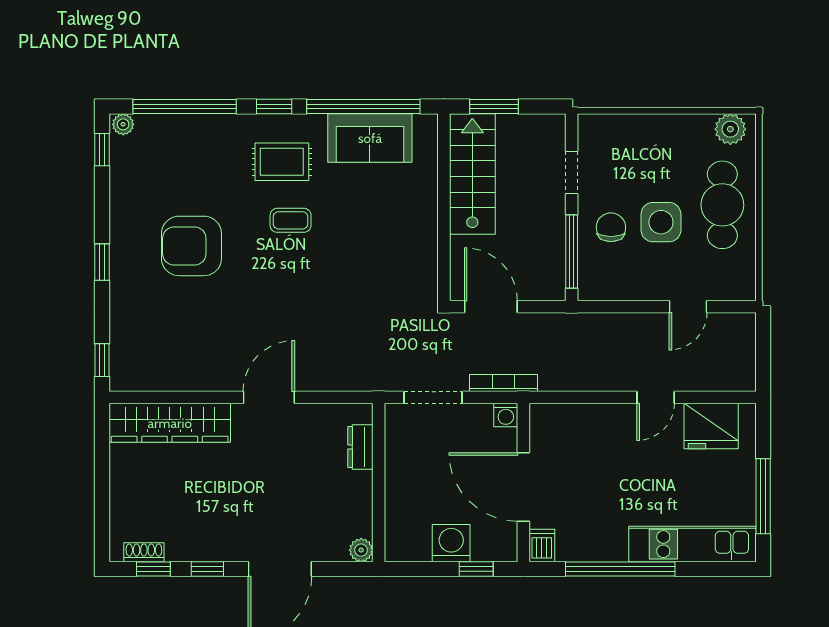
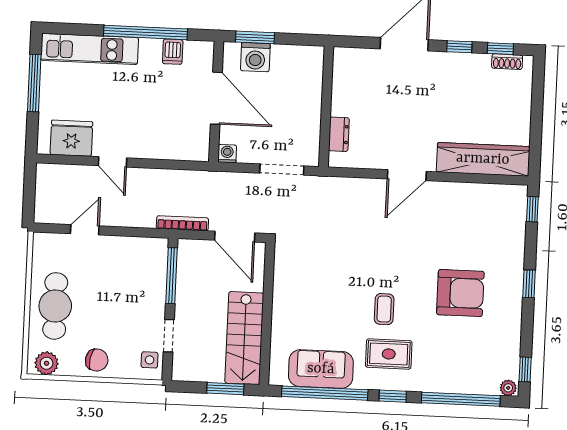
coffee table: (291, 220) -> (384, 309), turned 90
side table: (661, 222) -> (150, 360), moved, width x0.54, depth x0.54
chair: (611, 227) -> (97, 360), moved, turned -80
bookcase: (503, 383) -> (182, 223), moved, turned 180
door: (656, 397) -> (113, 162), swing flipped
washing machine: (451, 543) -> (255, 57), moved
dishwasher: (542, 546) -> (173, 52), moved
plant: (361, 550) -> (342, 56), removed
window: (476, 569) -> (255, 37), width x1.50

